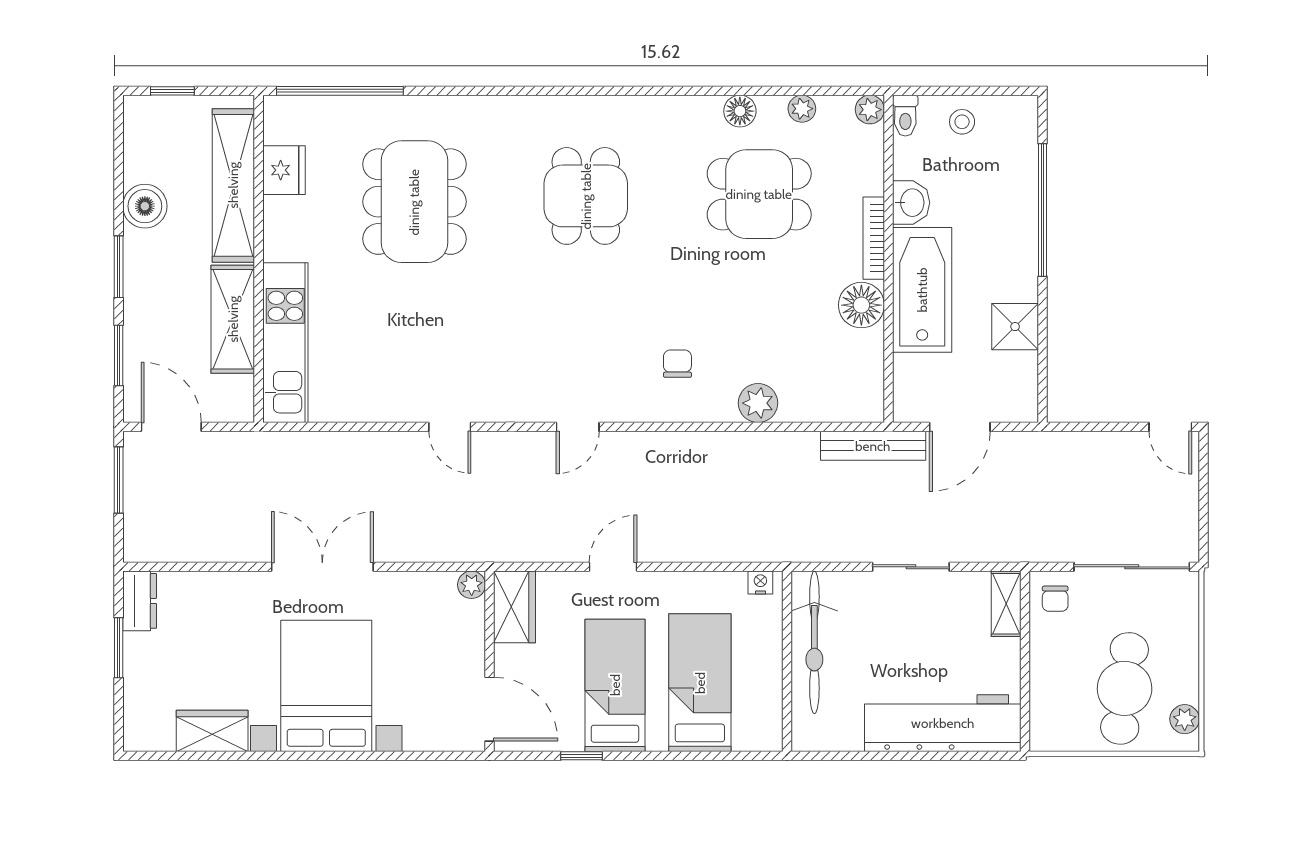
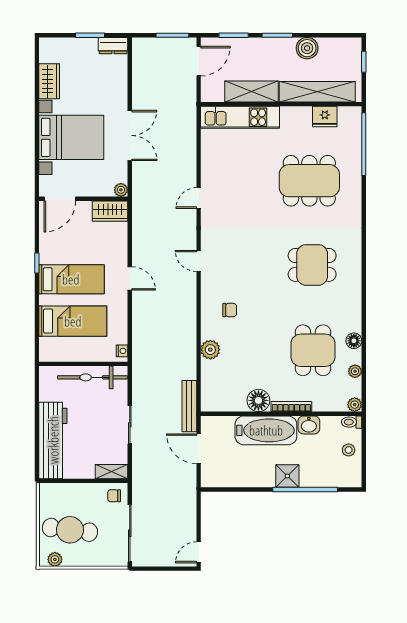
shower: (1015, 327) -> (287, 476), moved
plant: (472, 585) -> (121, 190), moved
wardrobe: (515, 607) -> (110, 211), moved
wall: (490, 661) -> (83, 199), moved
door: (490, 709) -> (60, 199), moved

